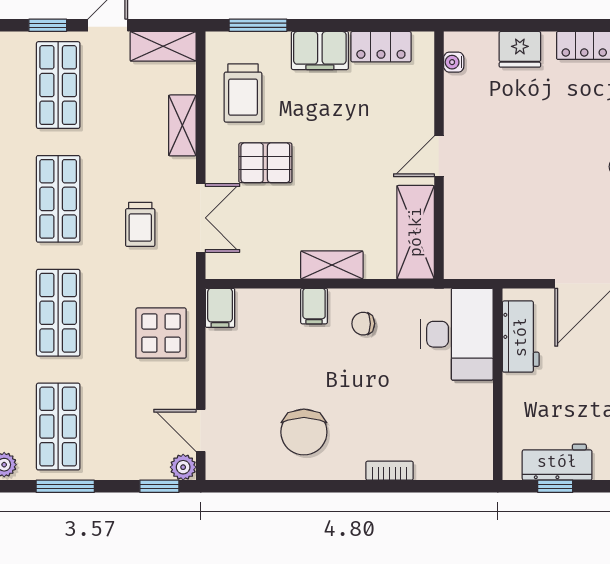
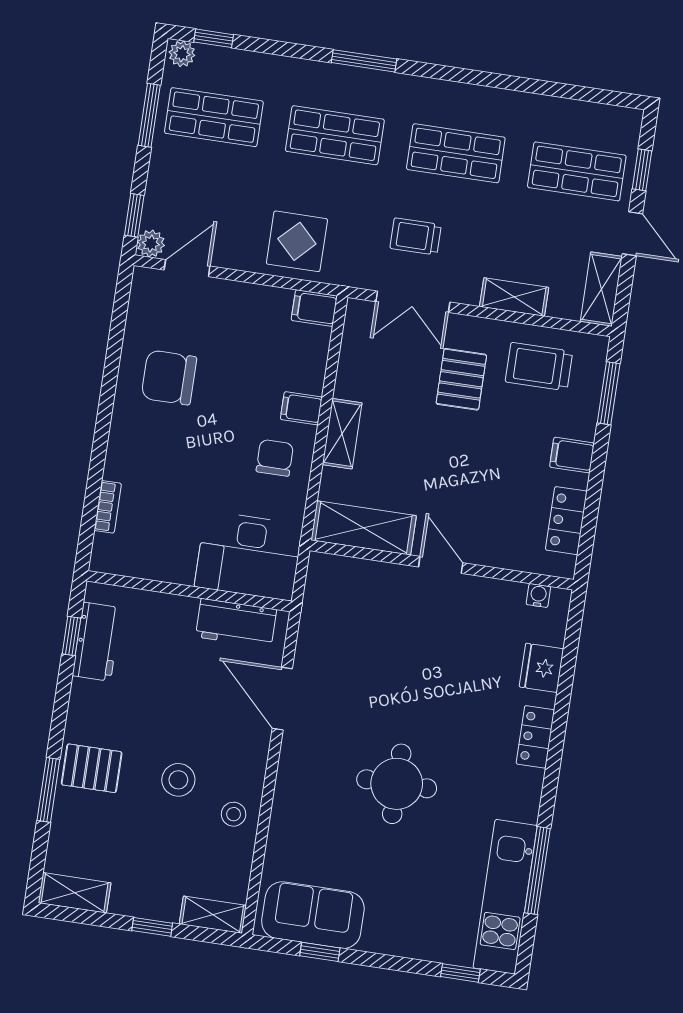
filing cabinet: (320, 50) -> (572, 455), width x0.50
chair: (363, 324) -> (275, 458), width x1.37, depth x1.37
bookcase: (390, 471) -> (108, 507), moved

